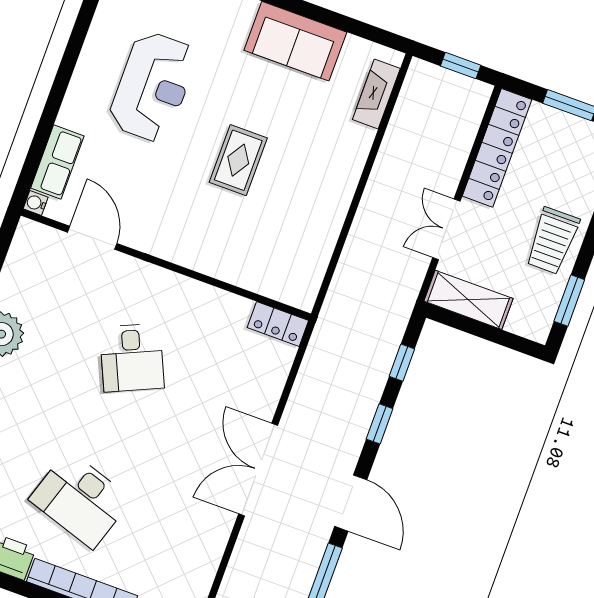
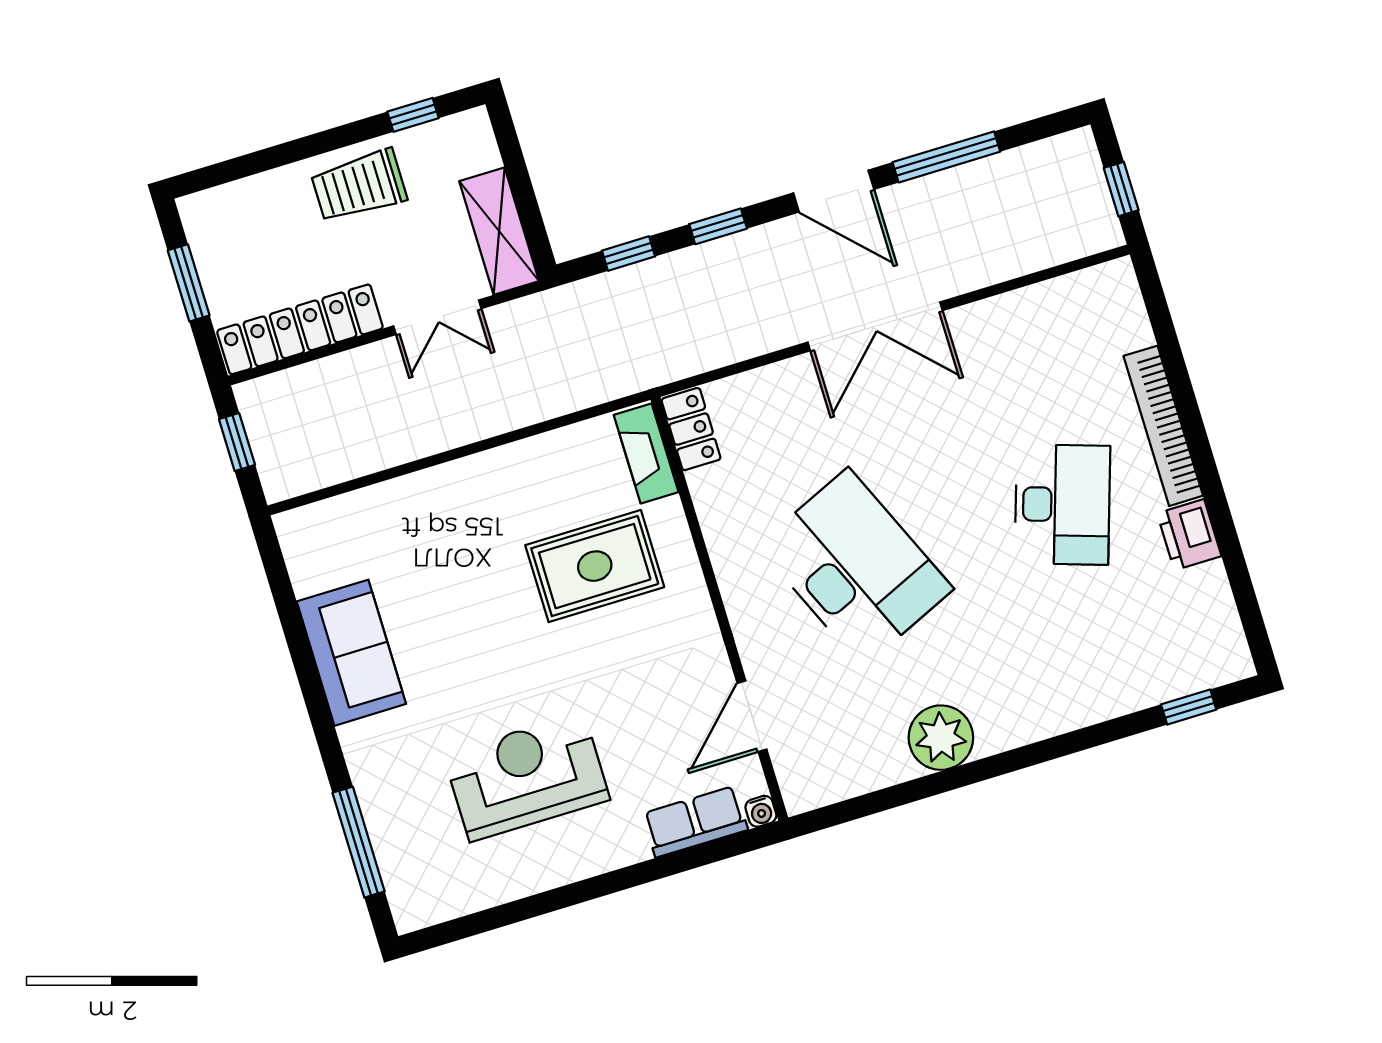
fireplace: (376, 94) -> (646, 453), moved, turned 90
rug: (238, 160) -> (595, 566), moved, width x1.36, depth x1.43
trolley: (552, 241) -> (359, 186), turned 180
window: (569, 301) -> (413, 115), width x0.67
desk: (132, 358) -> (855, 567), width x1.87, depth x1.30
door: (351, 503) -> (834, 191), swing flipped

